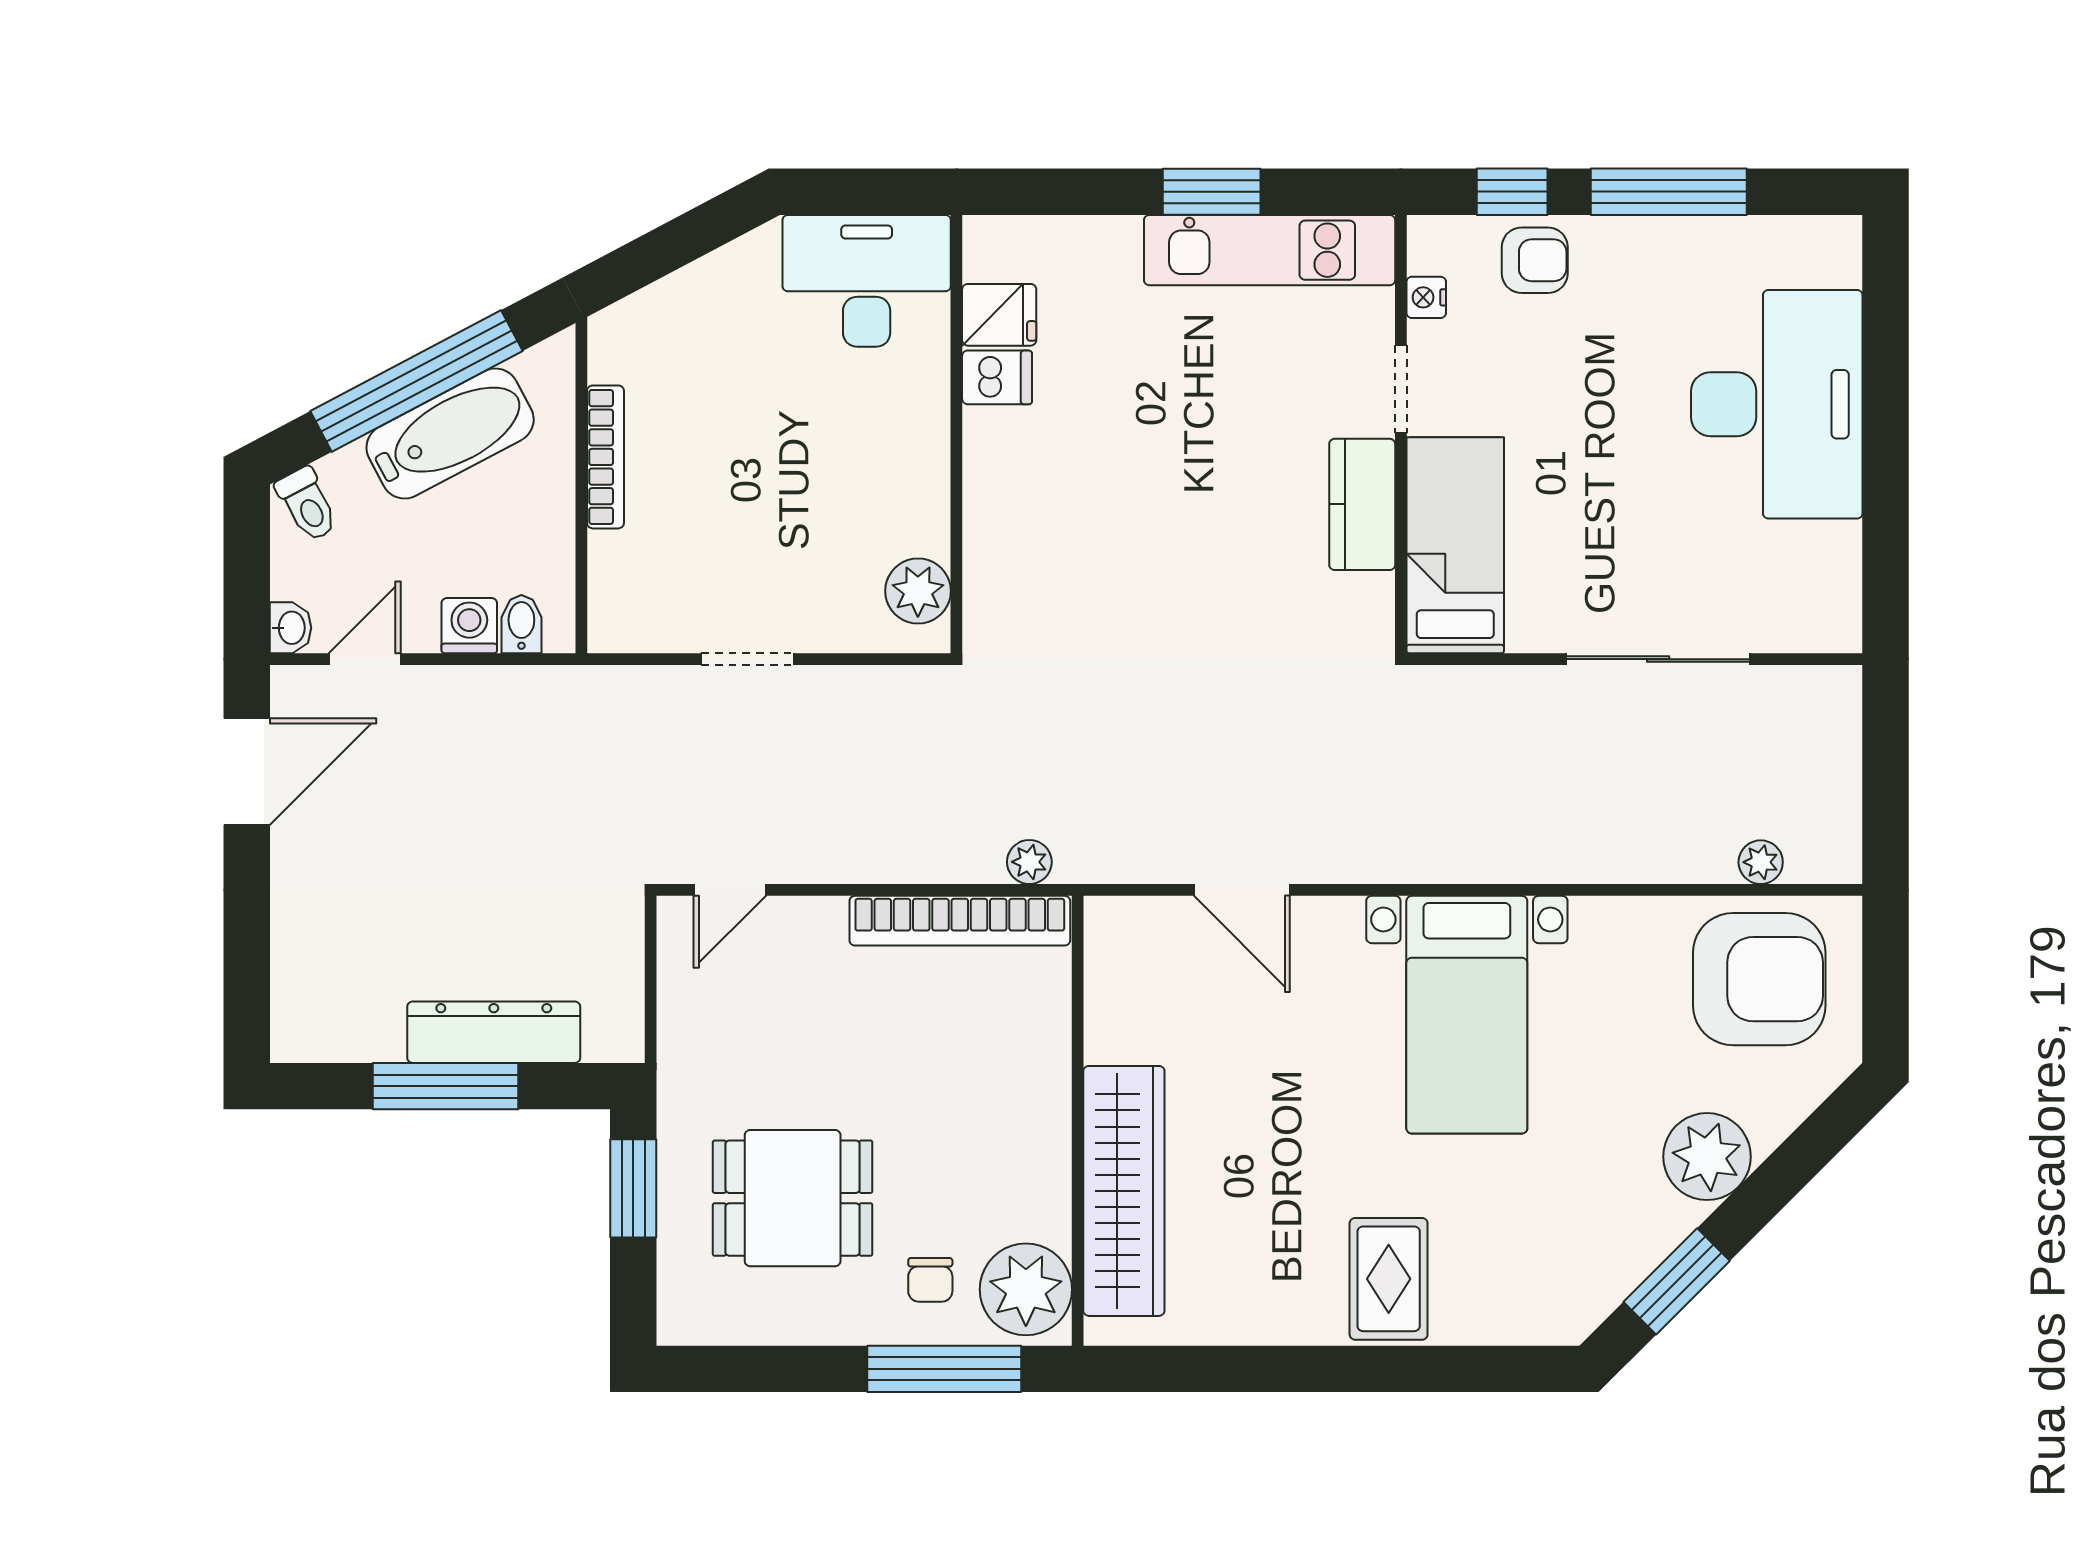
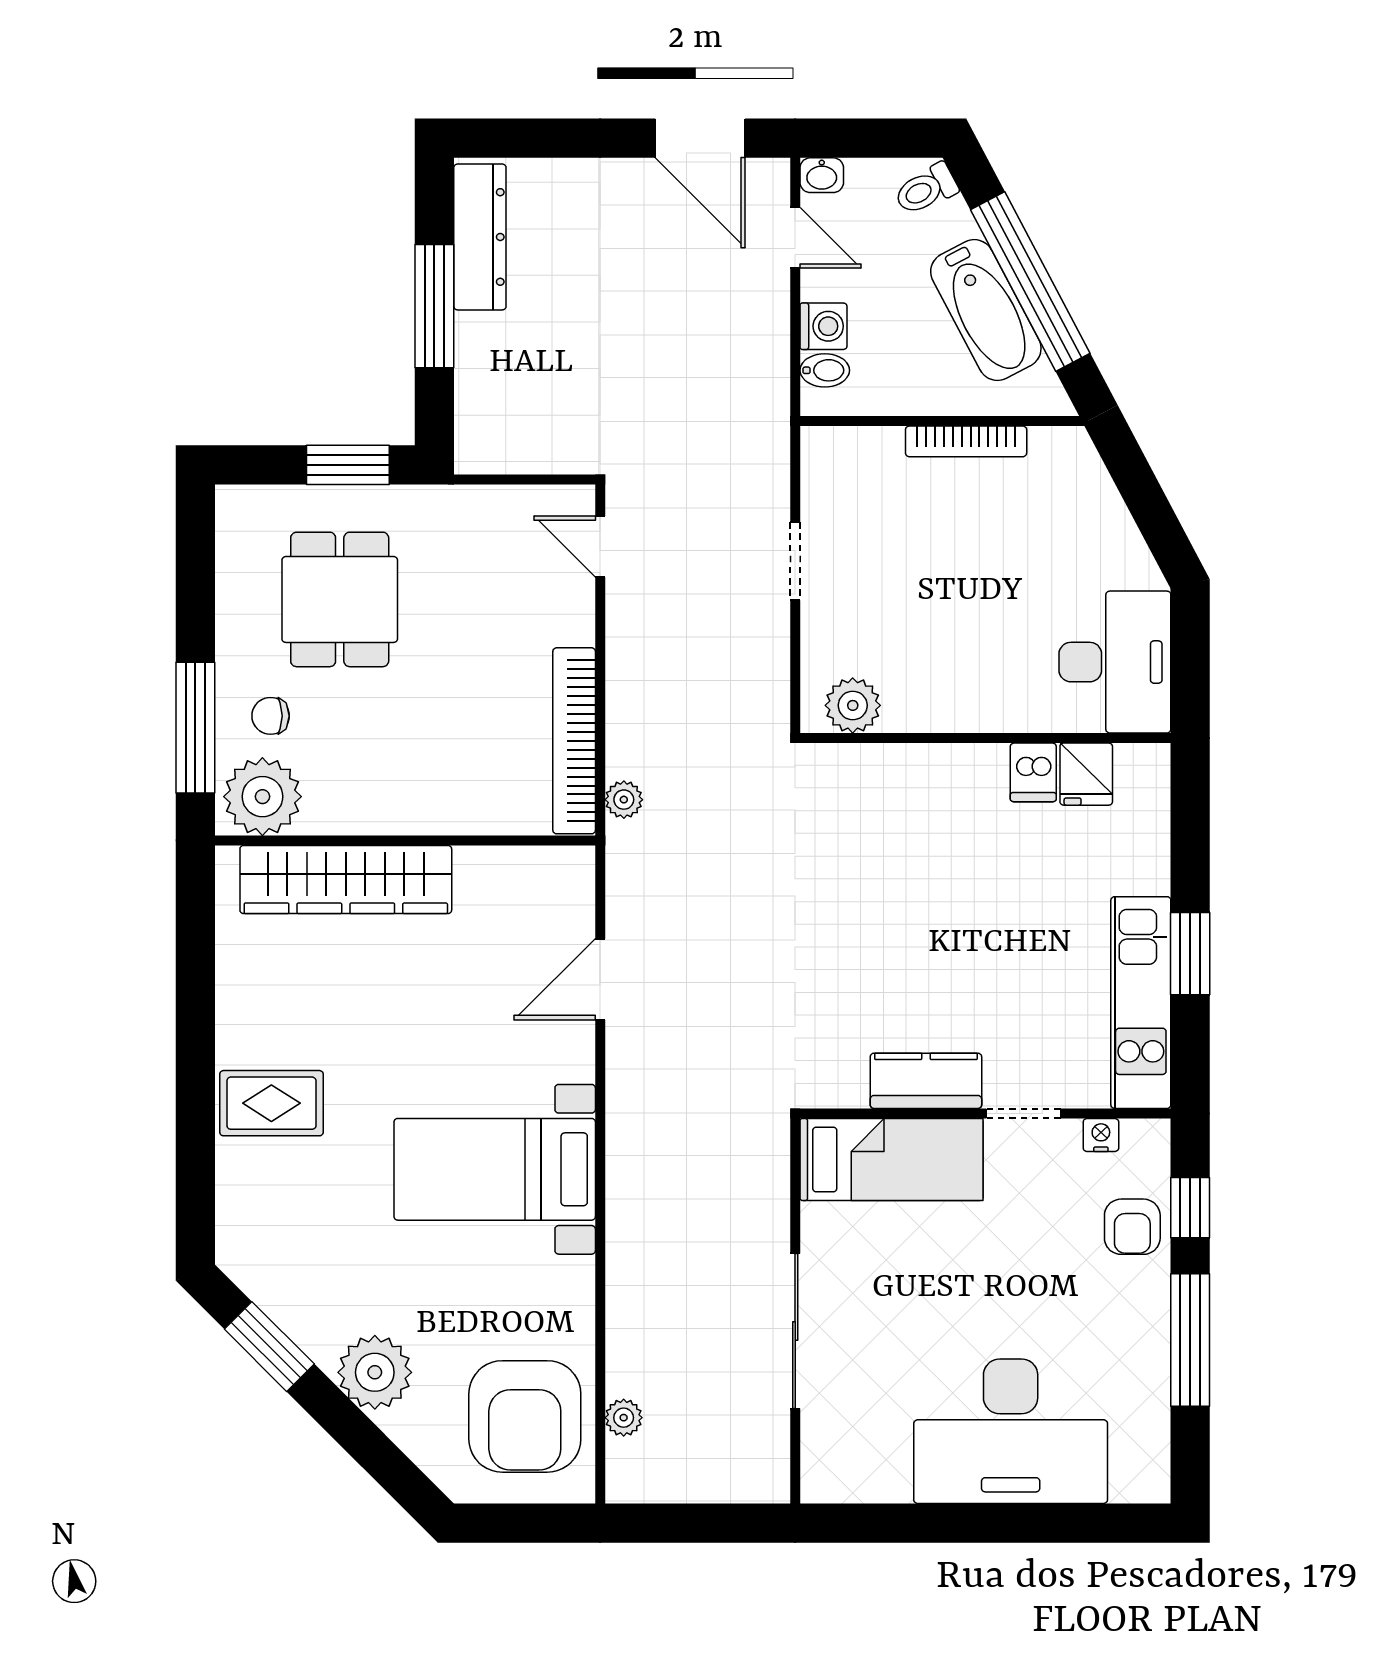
dresser: (494, 1032) -> (480, 237), moved

